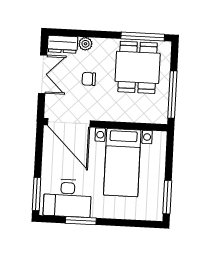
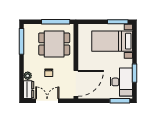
dining table: (138, 67) -> (54, 44), moved
bed with nightstands: (122, 163) -> (112, 41), moved, turned 180

